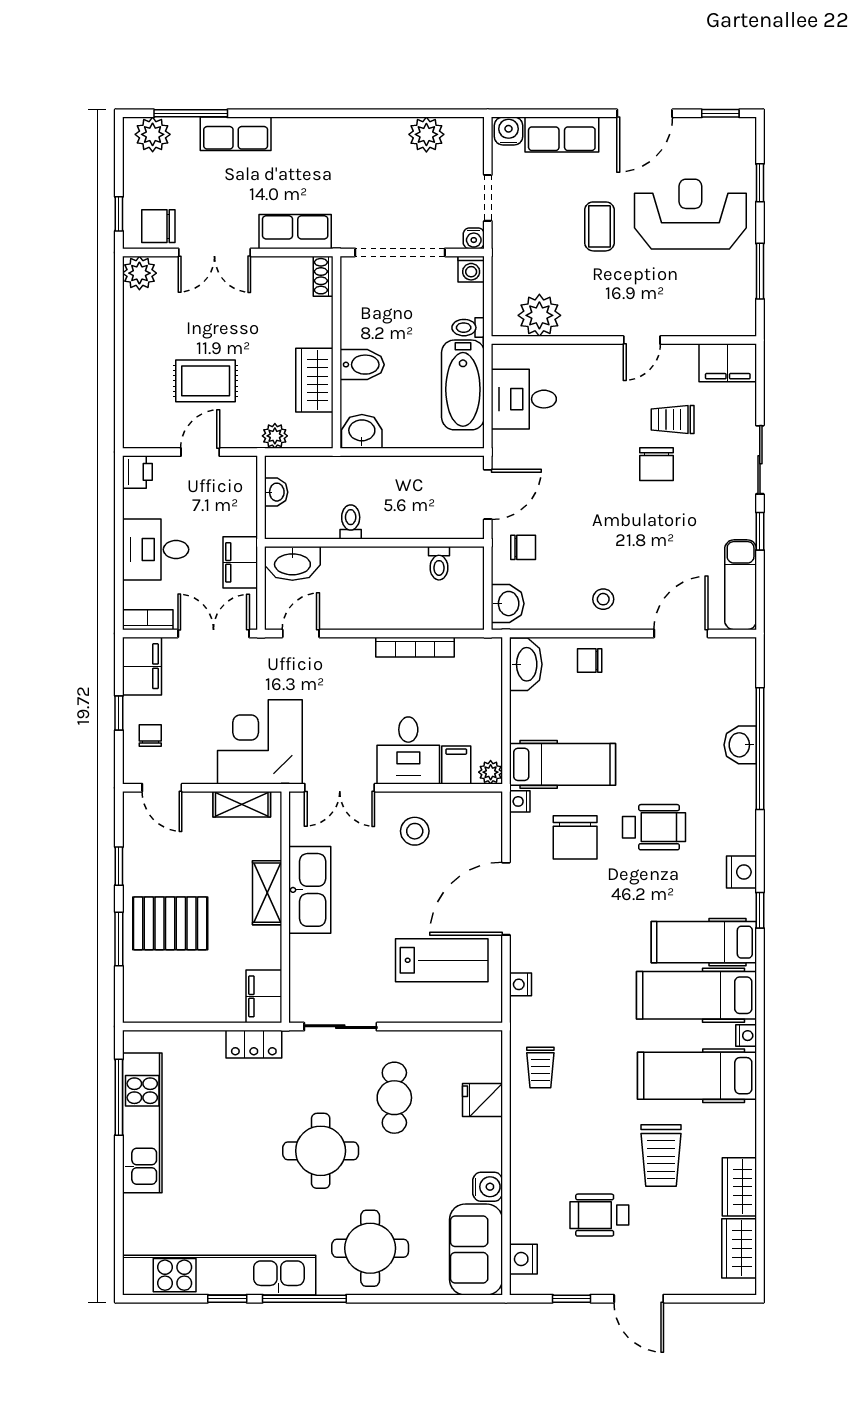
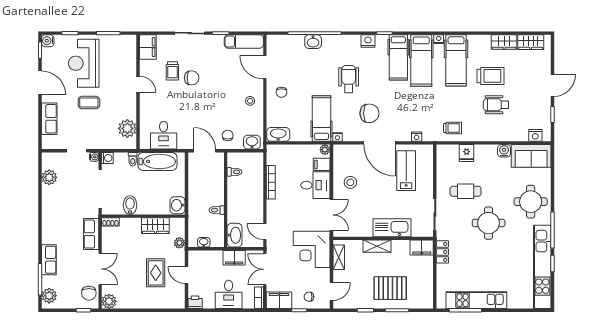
water cooler: (509, 131) -> (48, 41), moved
bidet: (362, 365) -> (130, 205), moved
chair: (590, 661) -> (281, 92), moved
chair: (575, 837) -> (369, 113), moved
kitchen sink: (310, 890) -> (392, 228), moved
pallet: (170, 923) -> (390, 288), turned 90
wheelchair: (599, 1215) -> (496, 105), moved, turned 90

